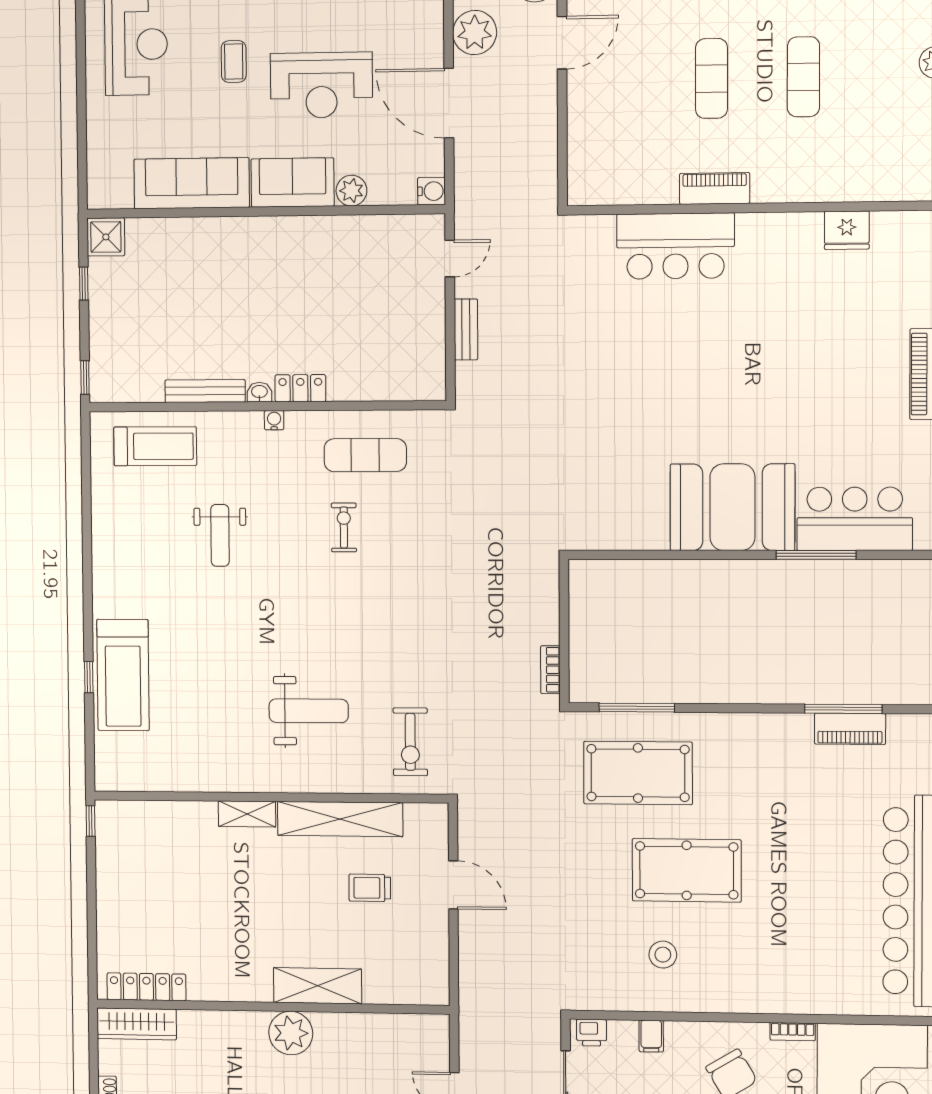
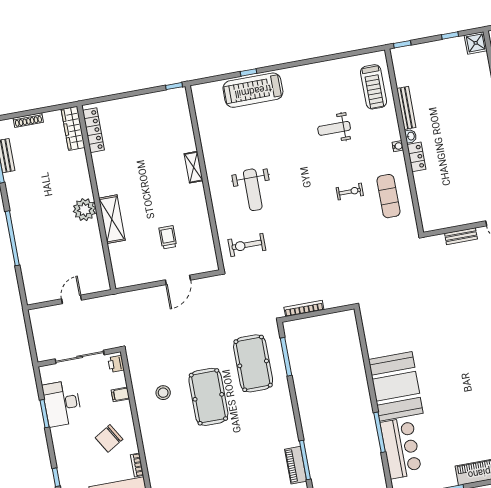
bookcase: (550, 670) -> (304, 308), width x1.56
shelving: (340, 819) -> (200, 216), removed

